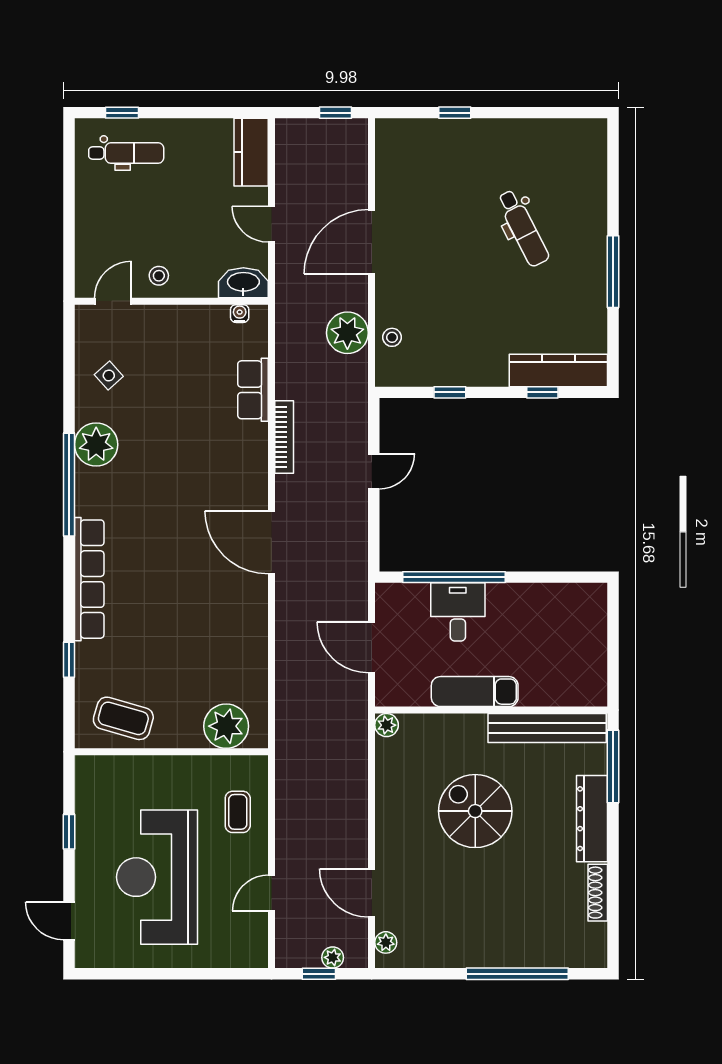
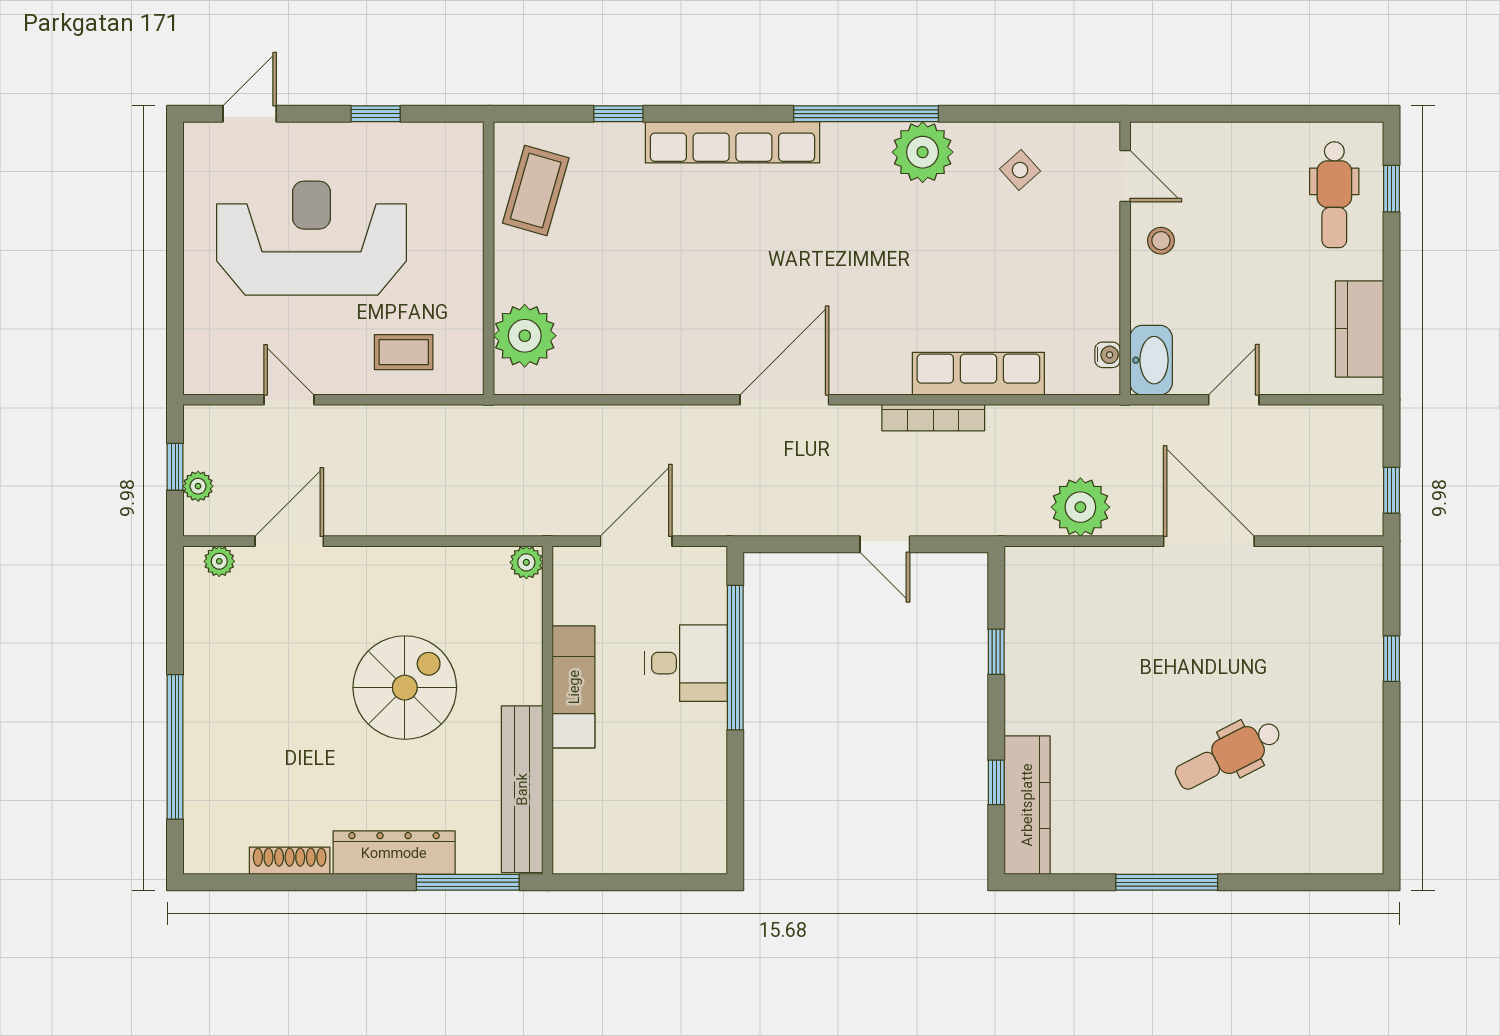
kitchen counter: (251, 152) -> (1360, 329), moved, turned -90
stool: (392, 337) -> (1074, 570), removed
row of seats: (253, 390) -> (978, 374), width x1.48

